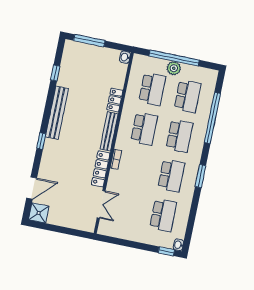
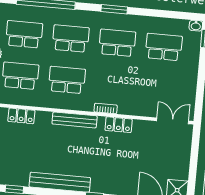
locker: (115, 100) -> (21, 116), moved
locker: (101, 169) -> (119, 125), width x0.66
double door: (101, 204) -> (173, 121), moved

